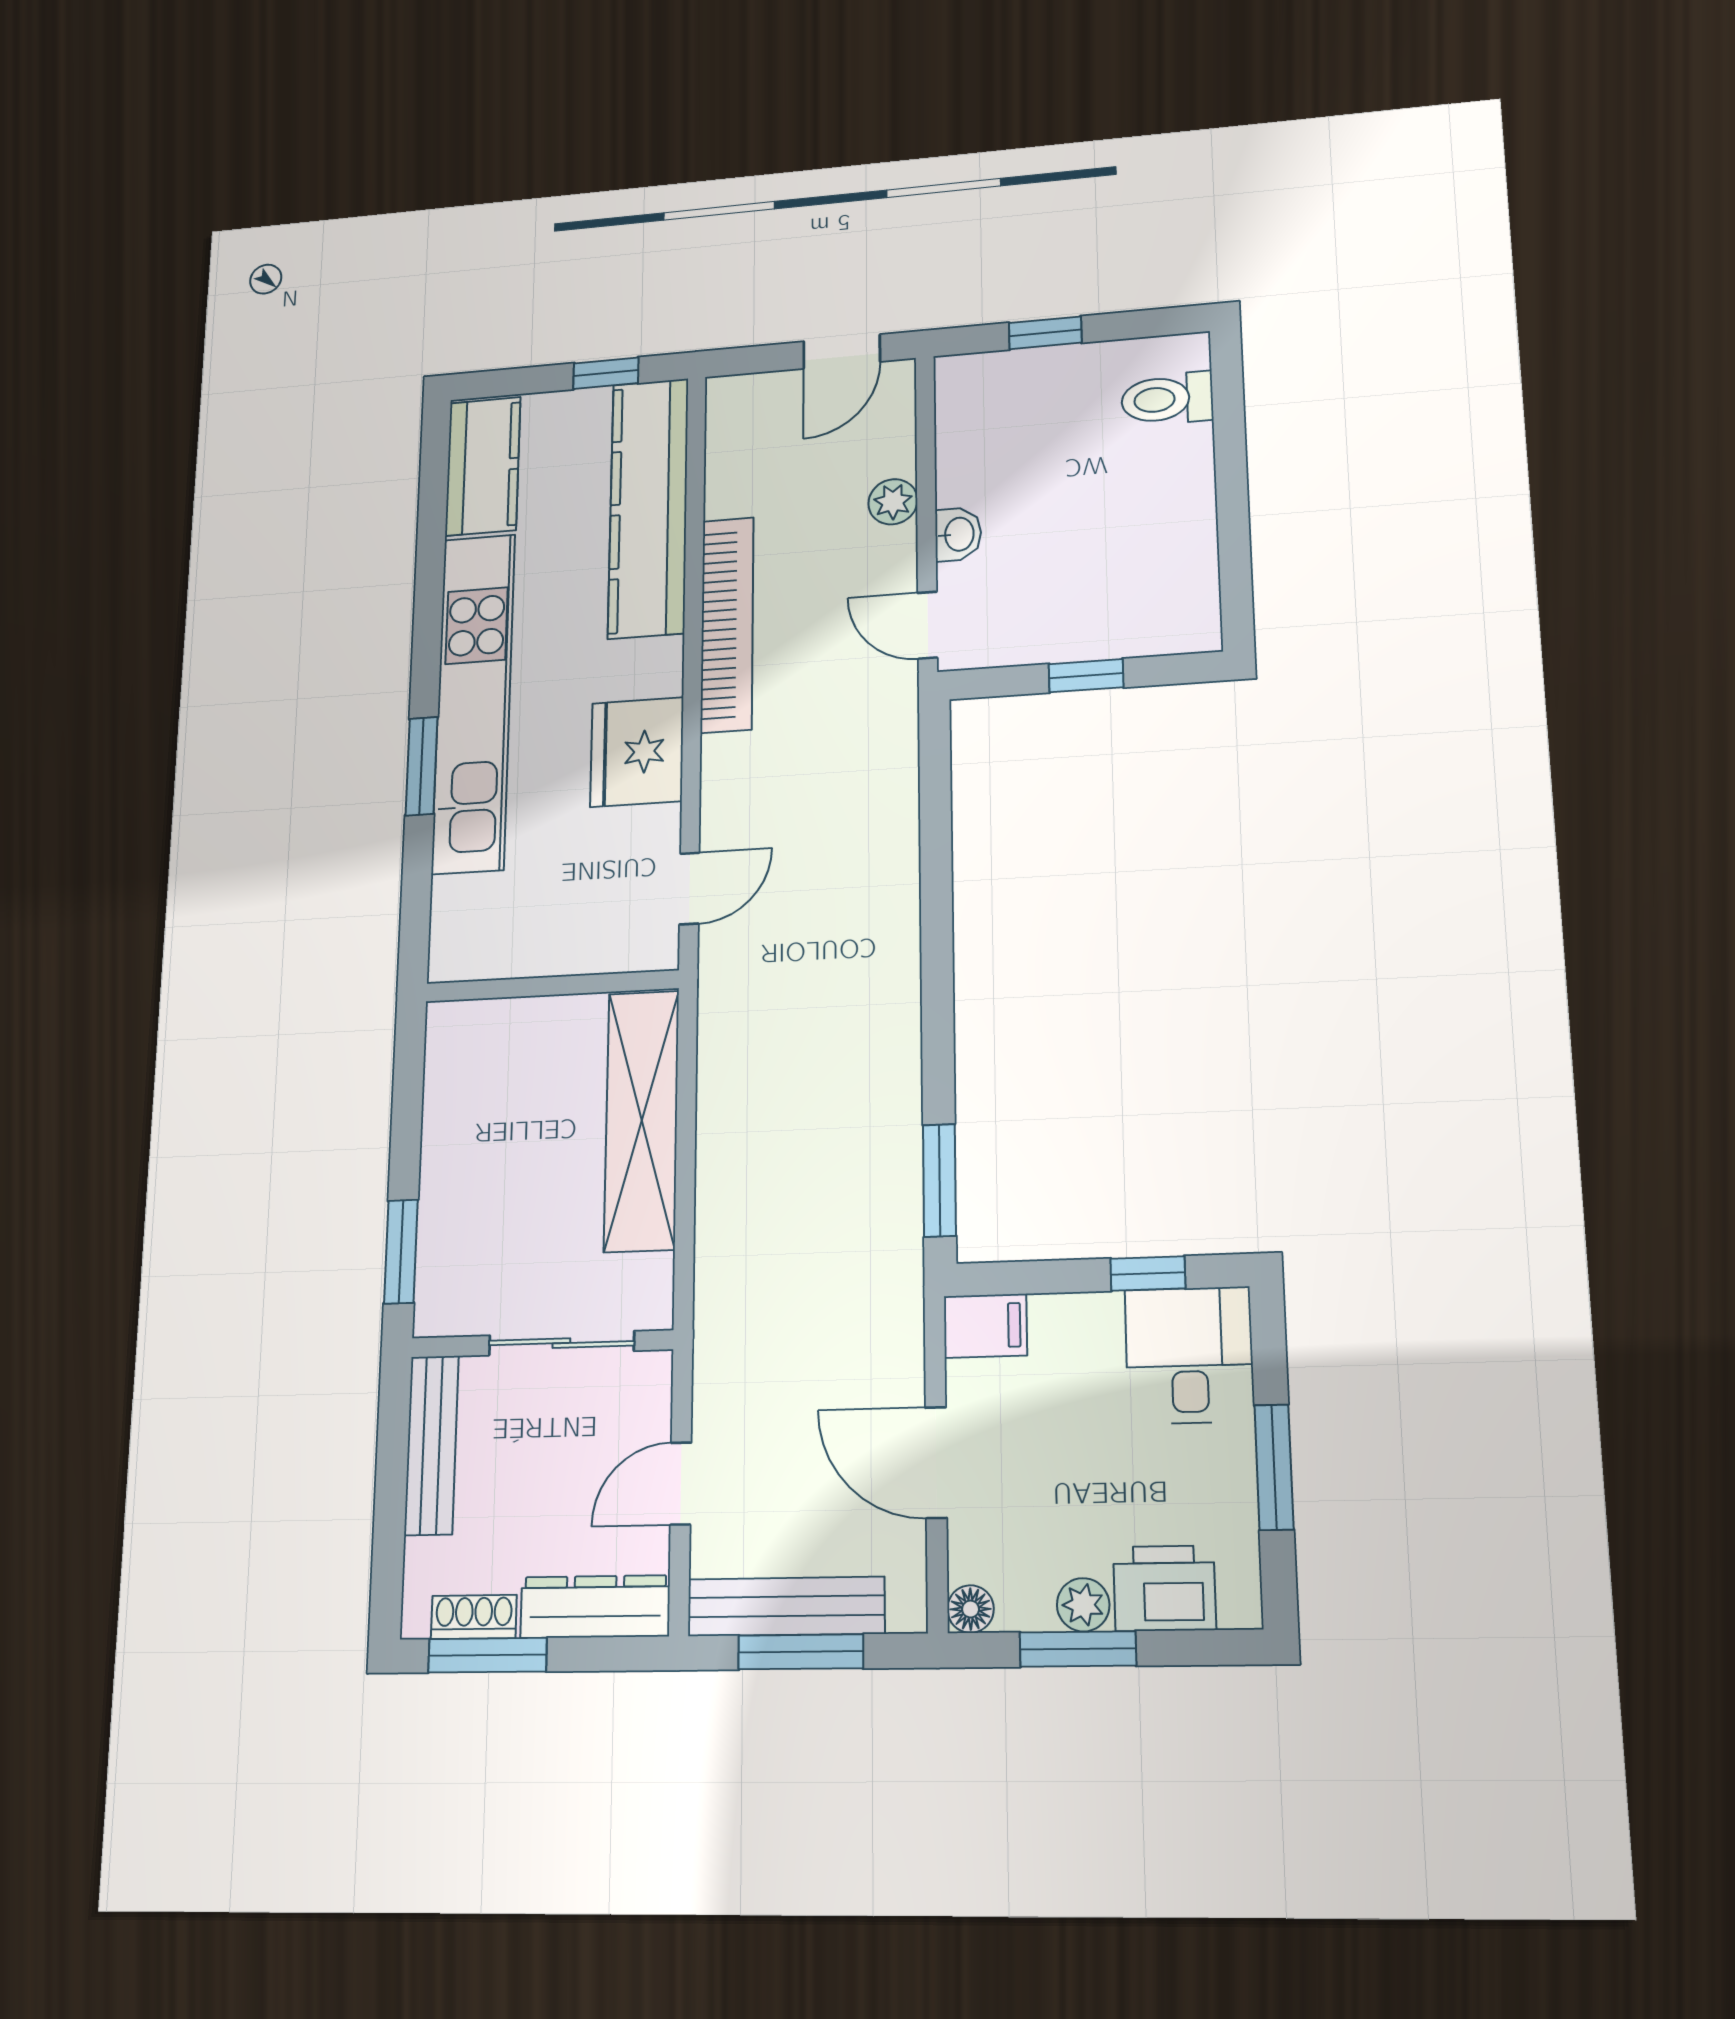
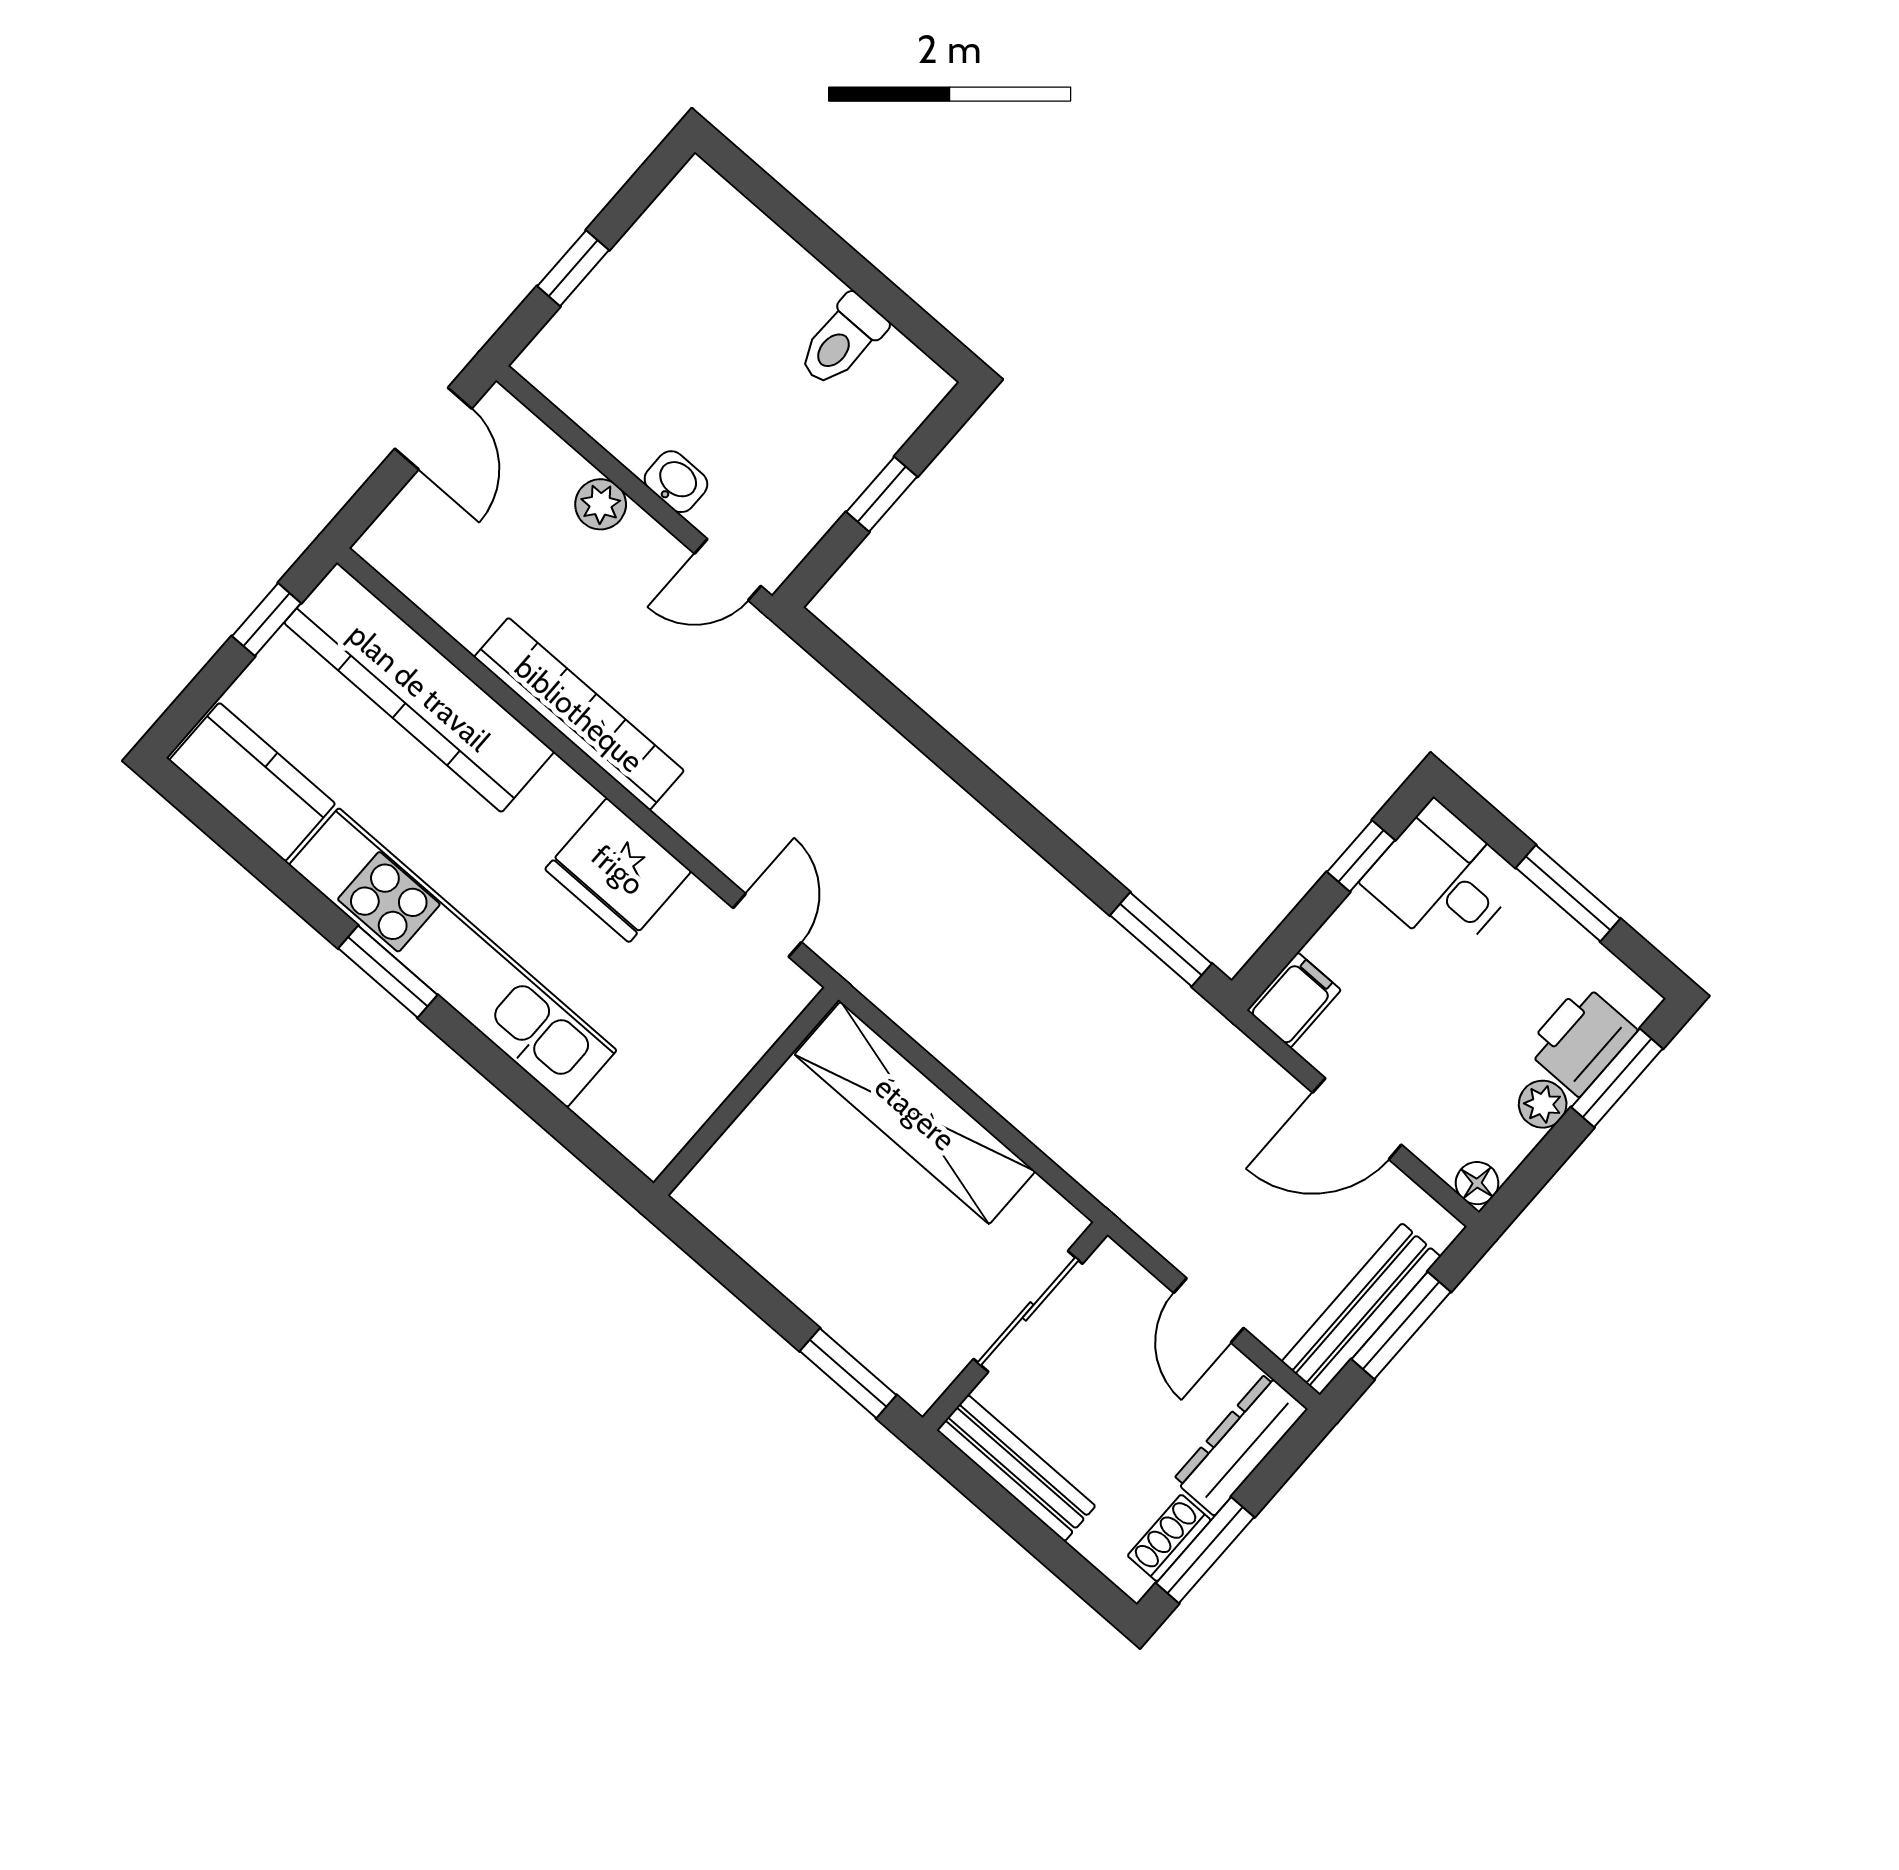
toilet: (1167, 399) -> (842, 341), moved
window: (422, 766) -> (388, 972), moved
window: (1078, 1649) -> (1617, 1078), moved

